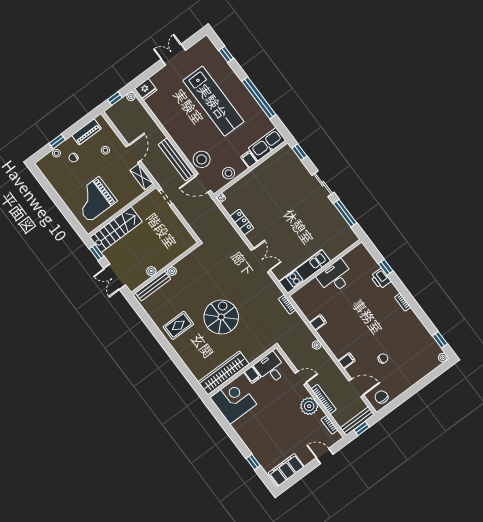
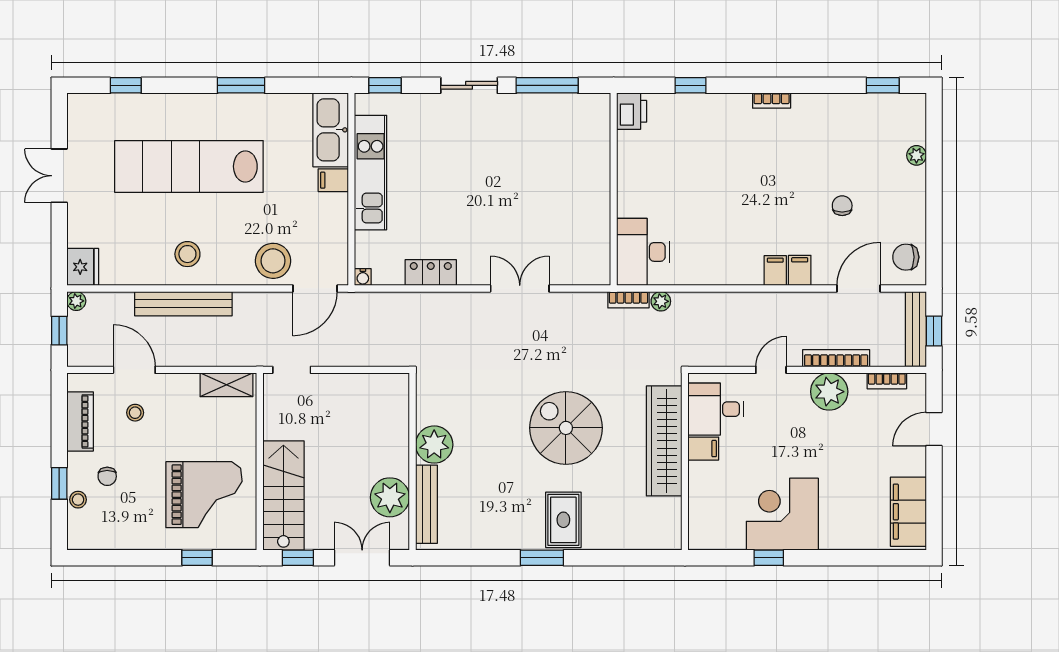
window: (259, 98) -> (241, 85), width x0.47
lab bench: (213, 101) -> (189, 166), turned 180
door: (133, 154) -> (134, 370), moved
bench: (176, 159) -> (183, 304), moved
stool: (229, 173) -> (187, 254), moved
grand piano: (94, 199) -> (204, 495), turned -90
window: (68, 215) -> (197, 558), added
plant: (151, 271) -> (390, 497), width x1.88, depth x1.88
plant: (172, 271) -> (434, 445), width x1.88, depth x1.88
kitchen unit: (305, 271) -> (371, 173), moved, turned 180
double door: (115, 277) -> (362, 558), swing flipped
desk: (335, 277) -> (643, 252), moved
printer: (381, 279) -> (632, 111), moved, turned -90
filing cabinet: (318, 322) -> (775, 271), moved
rug: (178, 325) -> (563, 520), moved
window: (165, 345) -> (542, 558), added
plant: (317, 345) -> (661, 301), moved
plant: (443, 357) -> (916, 155), moved
wardrobe: (224, 373) -> (664, 441), moved
corner desk: (233, 401) -> (782, 514), moved
window: (253, 462) -> (769, 558), moved

